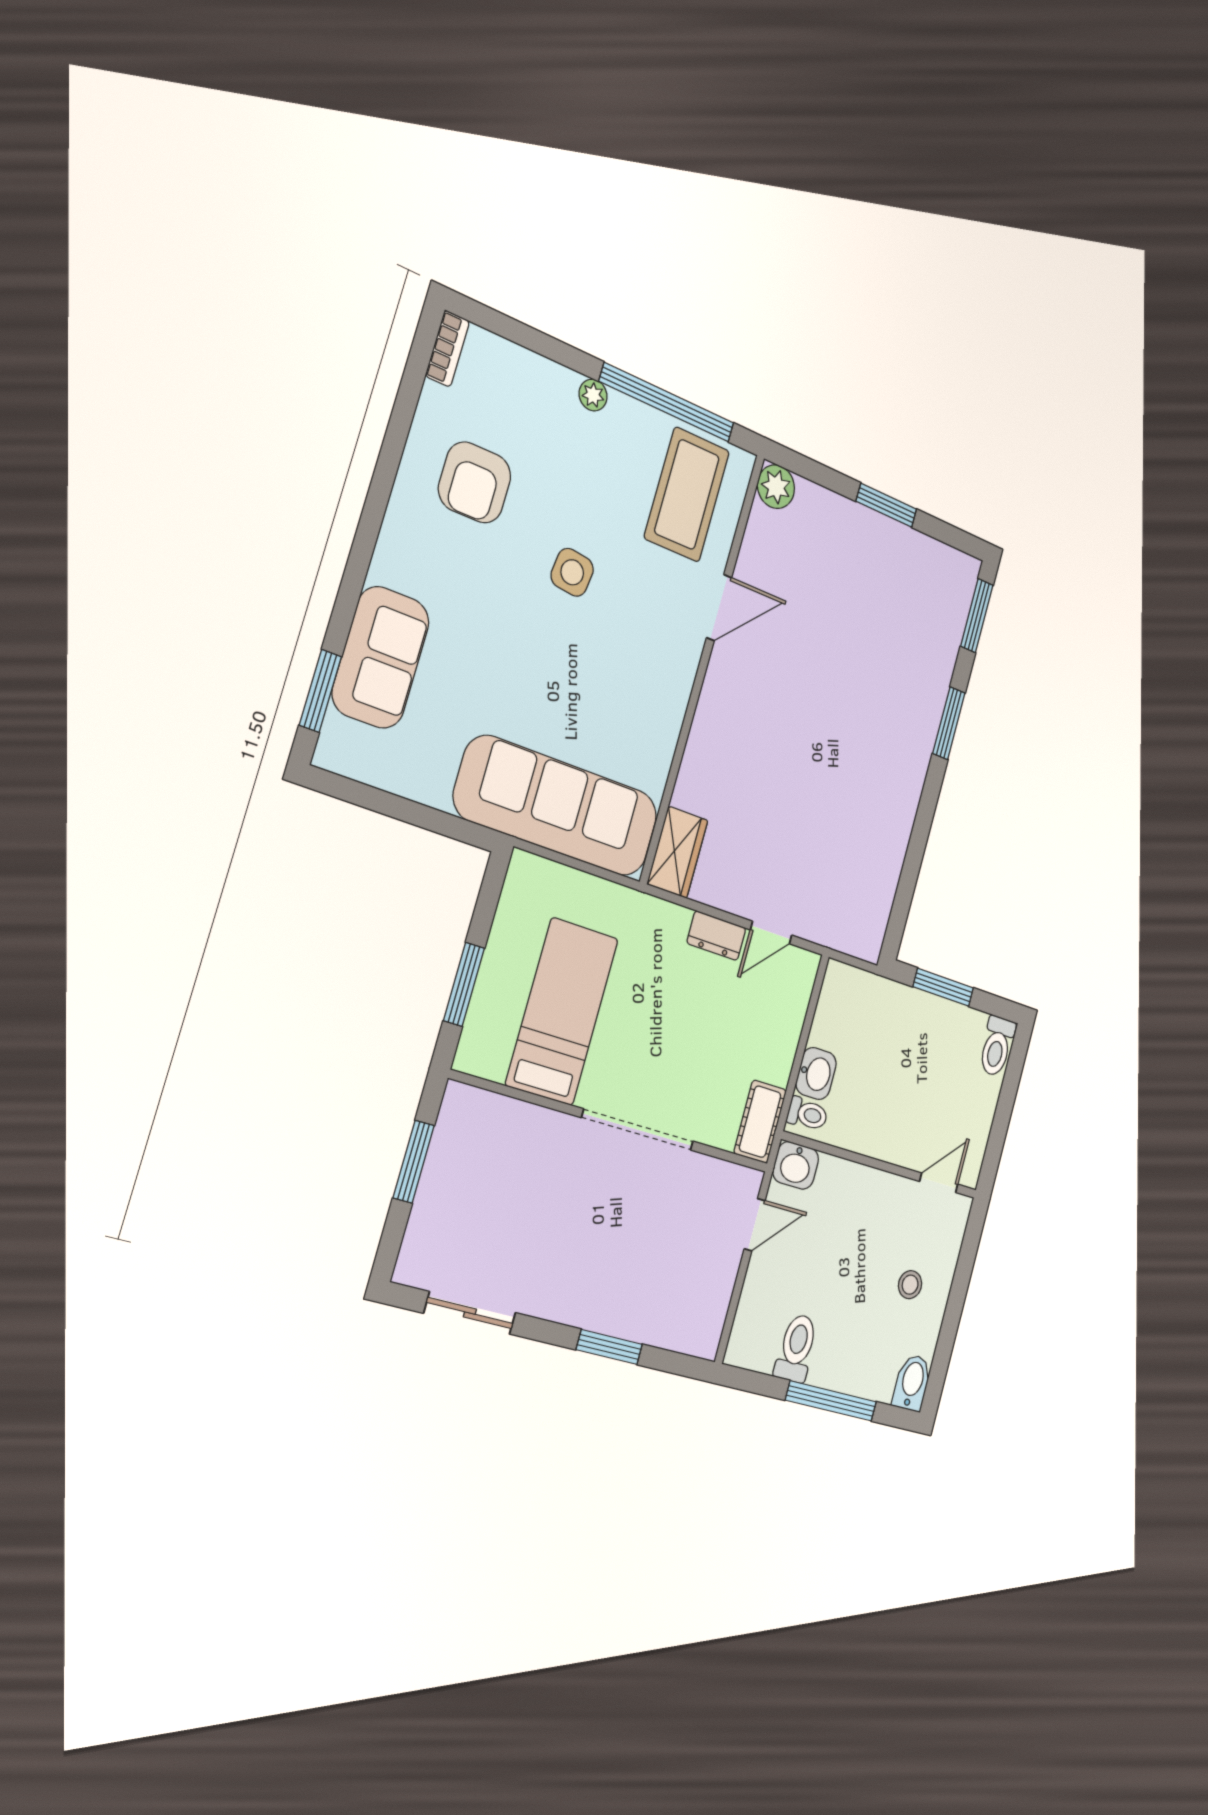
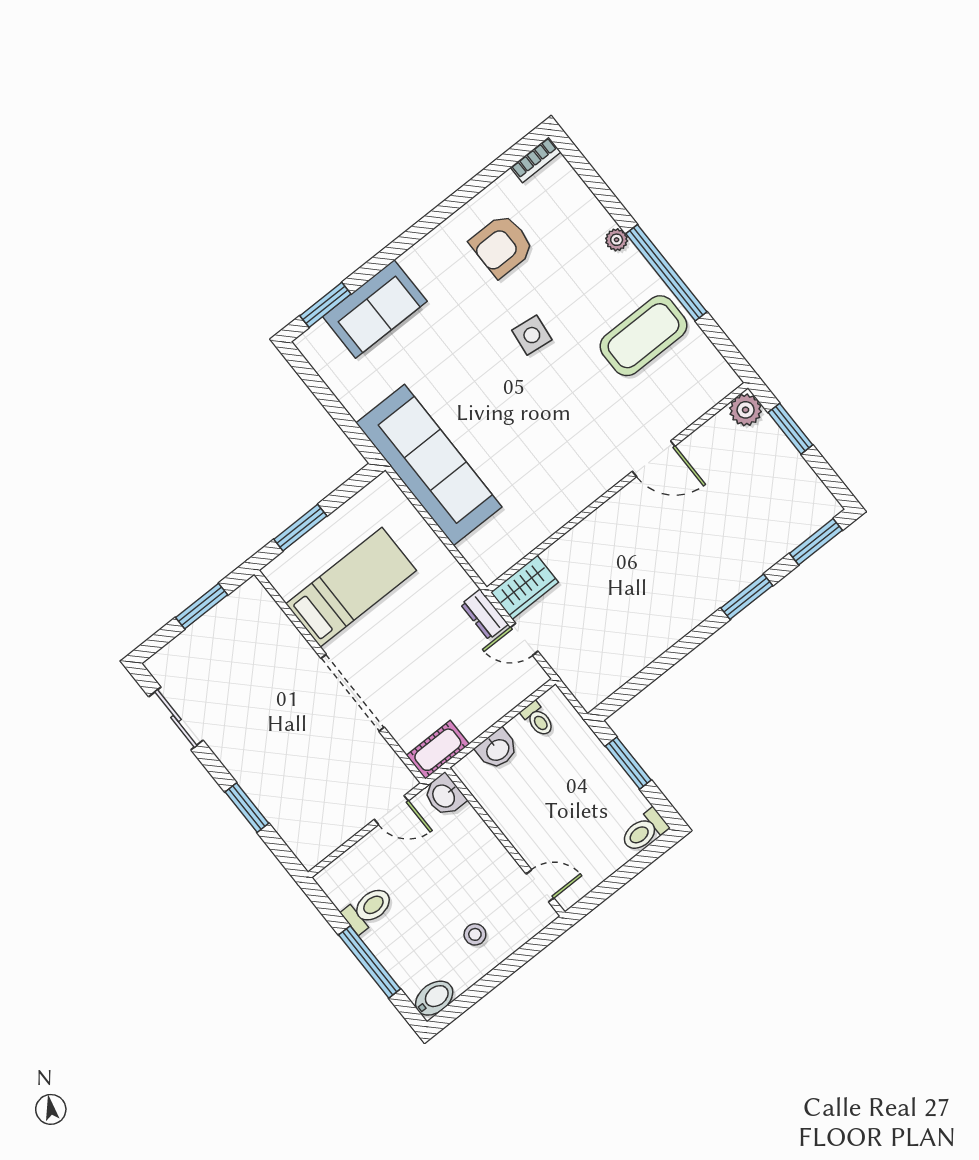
plant: (776, 487) -> (746, 410), moved
door: (719, 608) -> (654, 459), moved
wall: (703, 667) -> (617, 488), moved
wardrobe: (677, 852) -> (525, 587), moved
toilet: (807, 1114) -> (538, 719), moved

